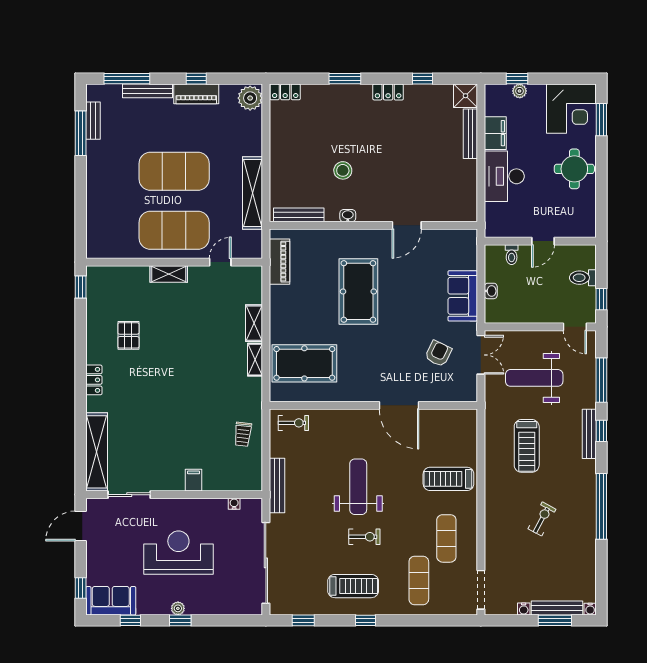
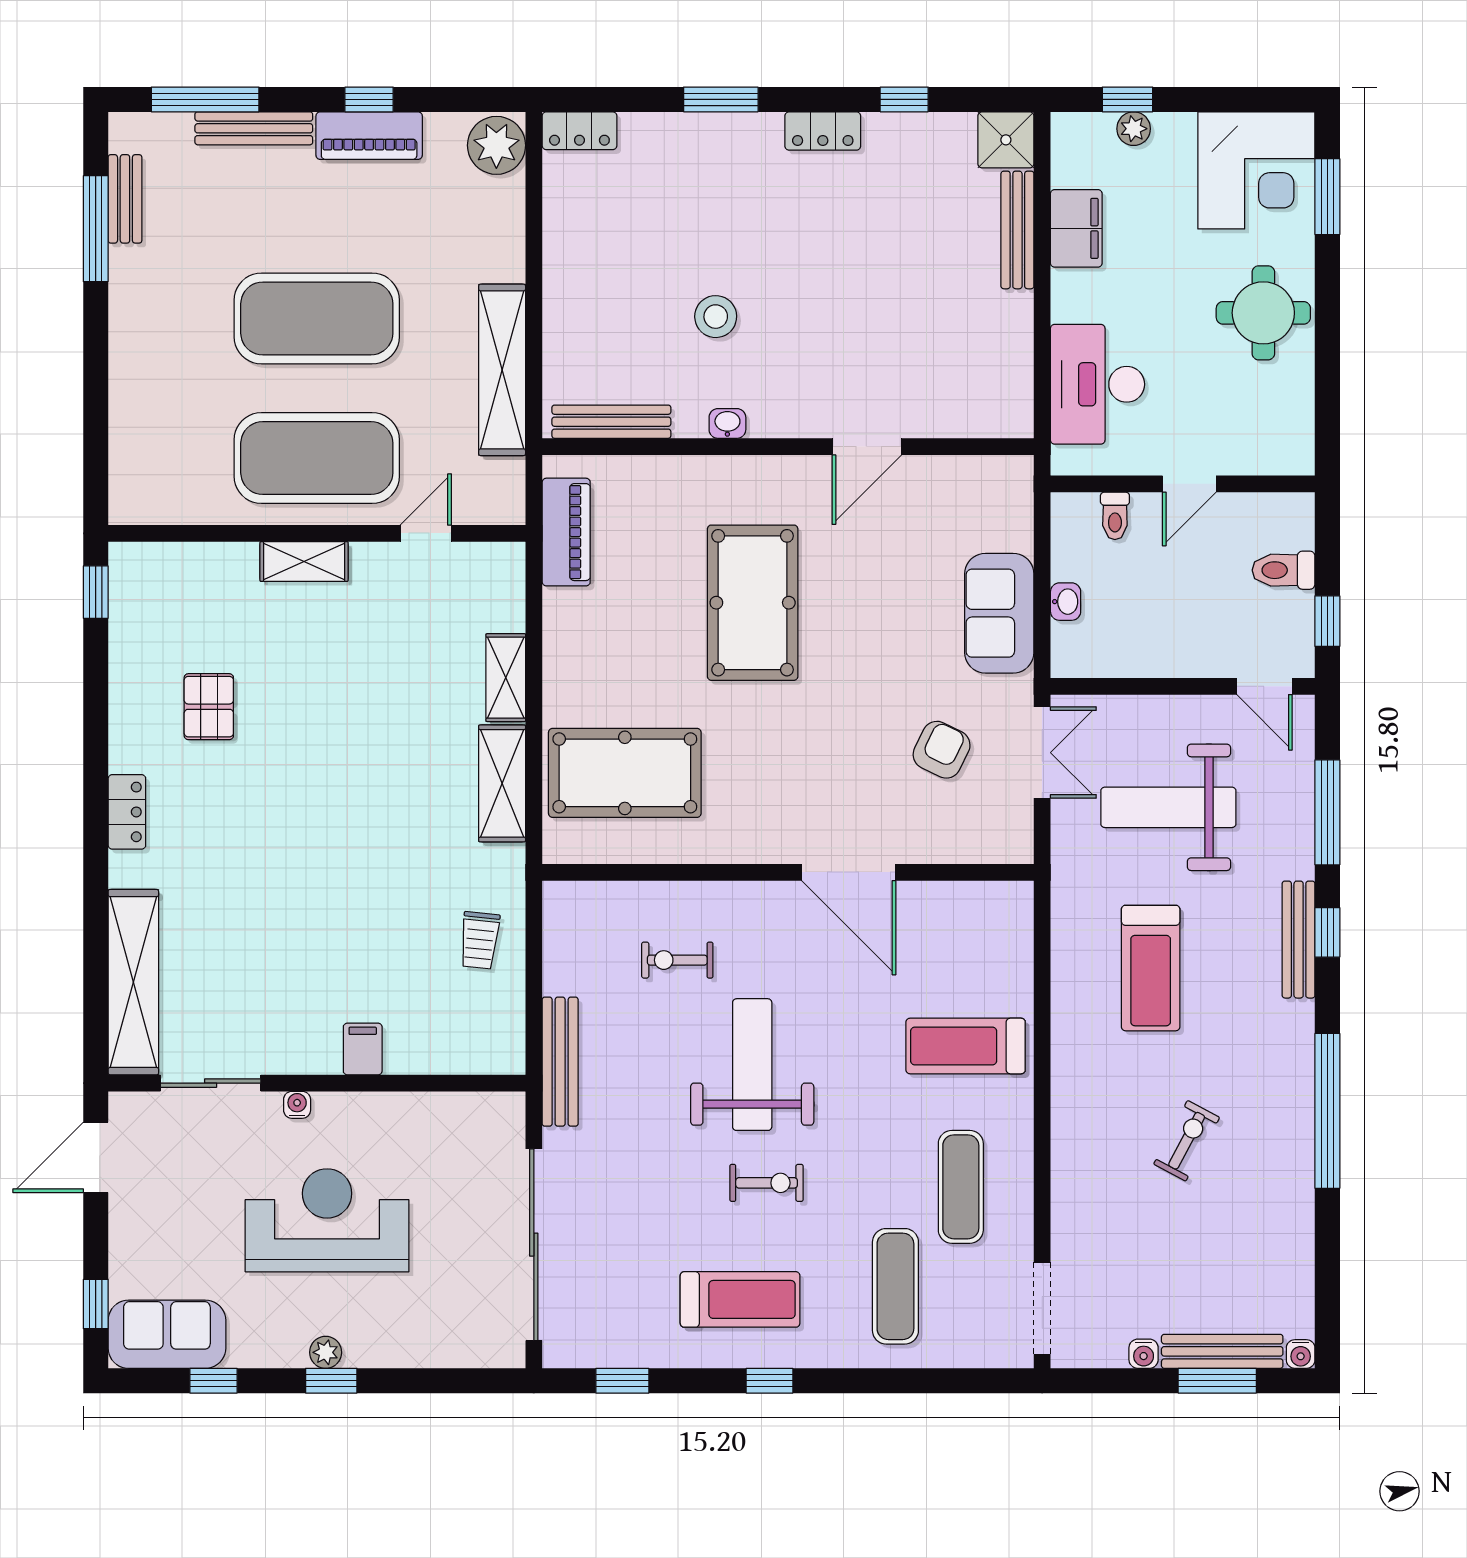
desk: (504, 176) -> (1097, 384), moved
shelving: (255, 360) -> (502, 783), width x1.50, depth x1.33
exercise bike: (293, 423) -> (677, 960), moved, turned 180
water cooler: (234, 504) -> (297, 1105), moved

